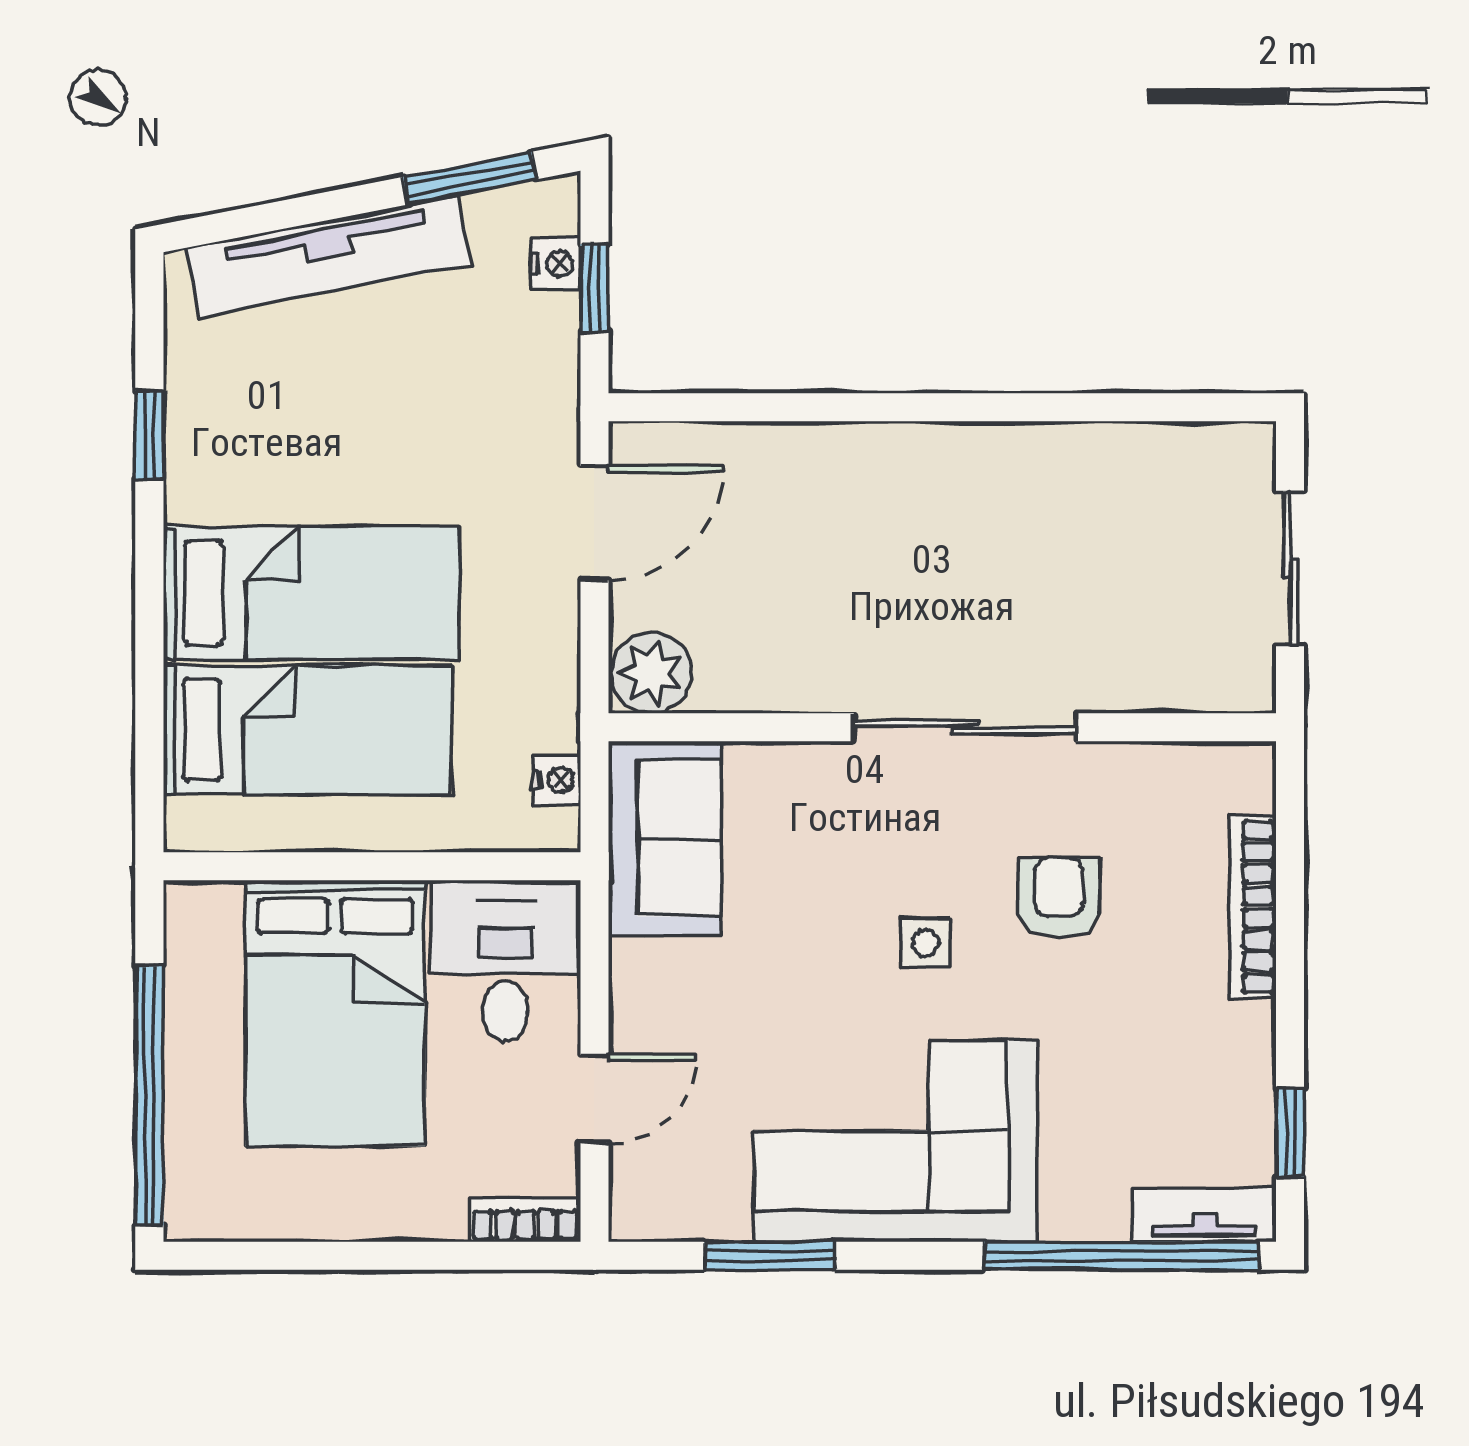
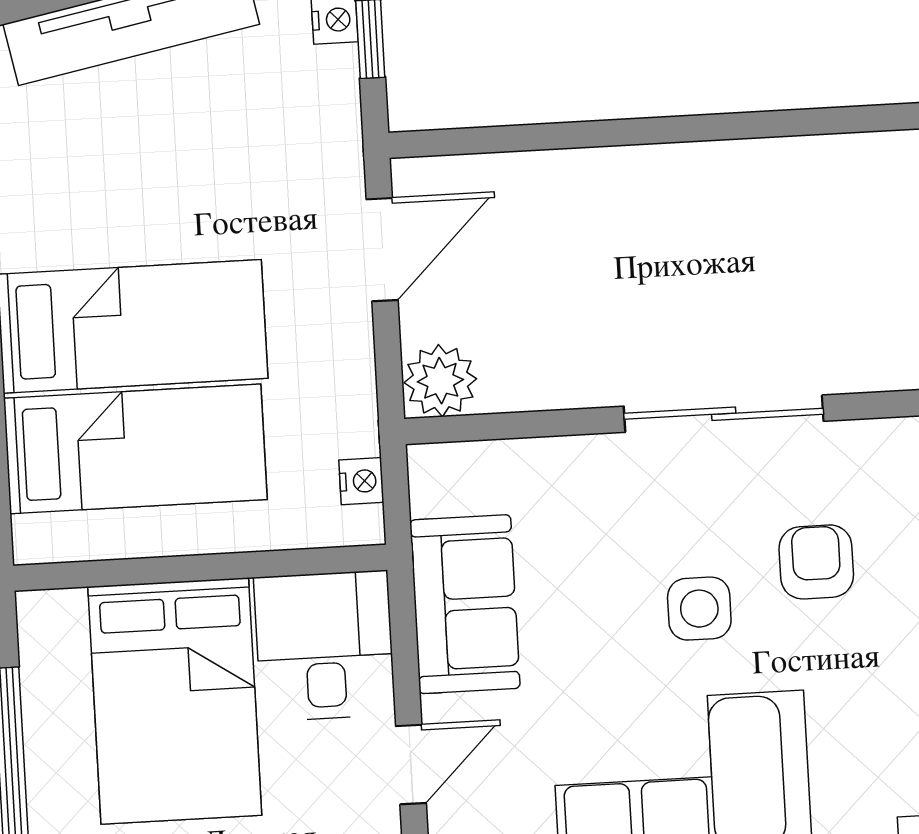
sofa: (665, 838) -> (465, 604), moved
side table: (926, 943) -> (699, 609), width x1.37, depth x1.37

